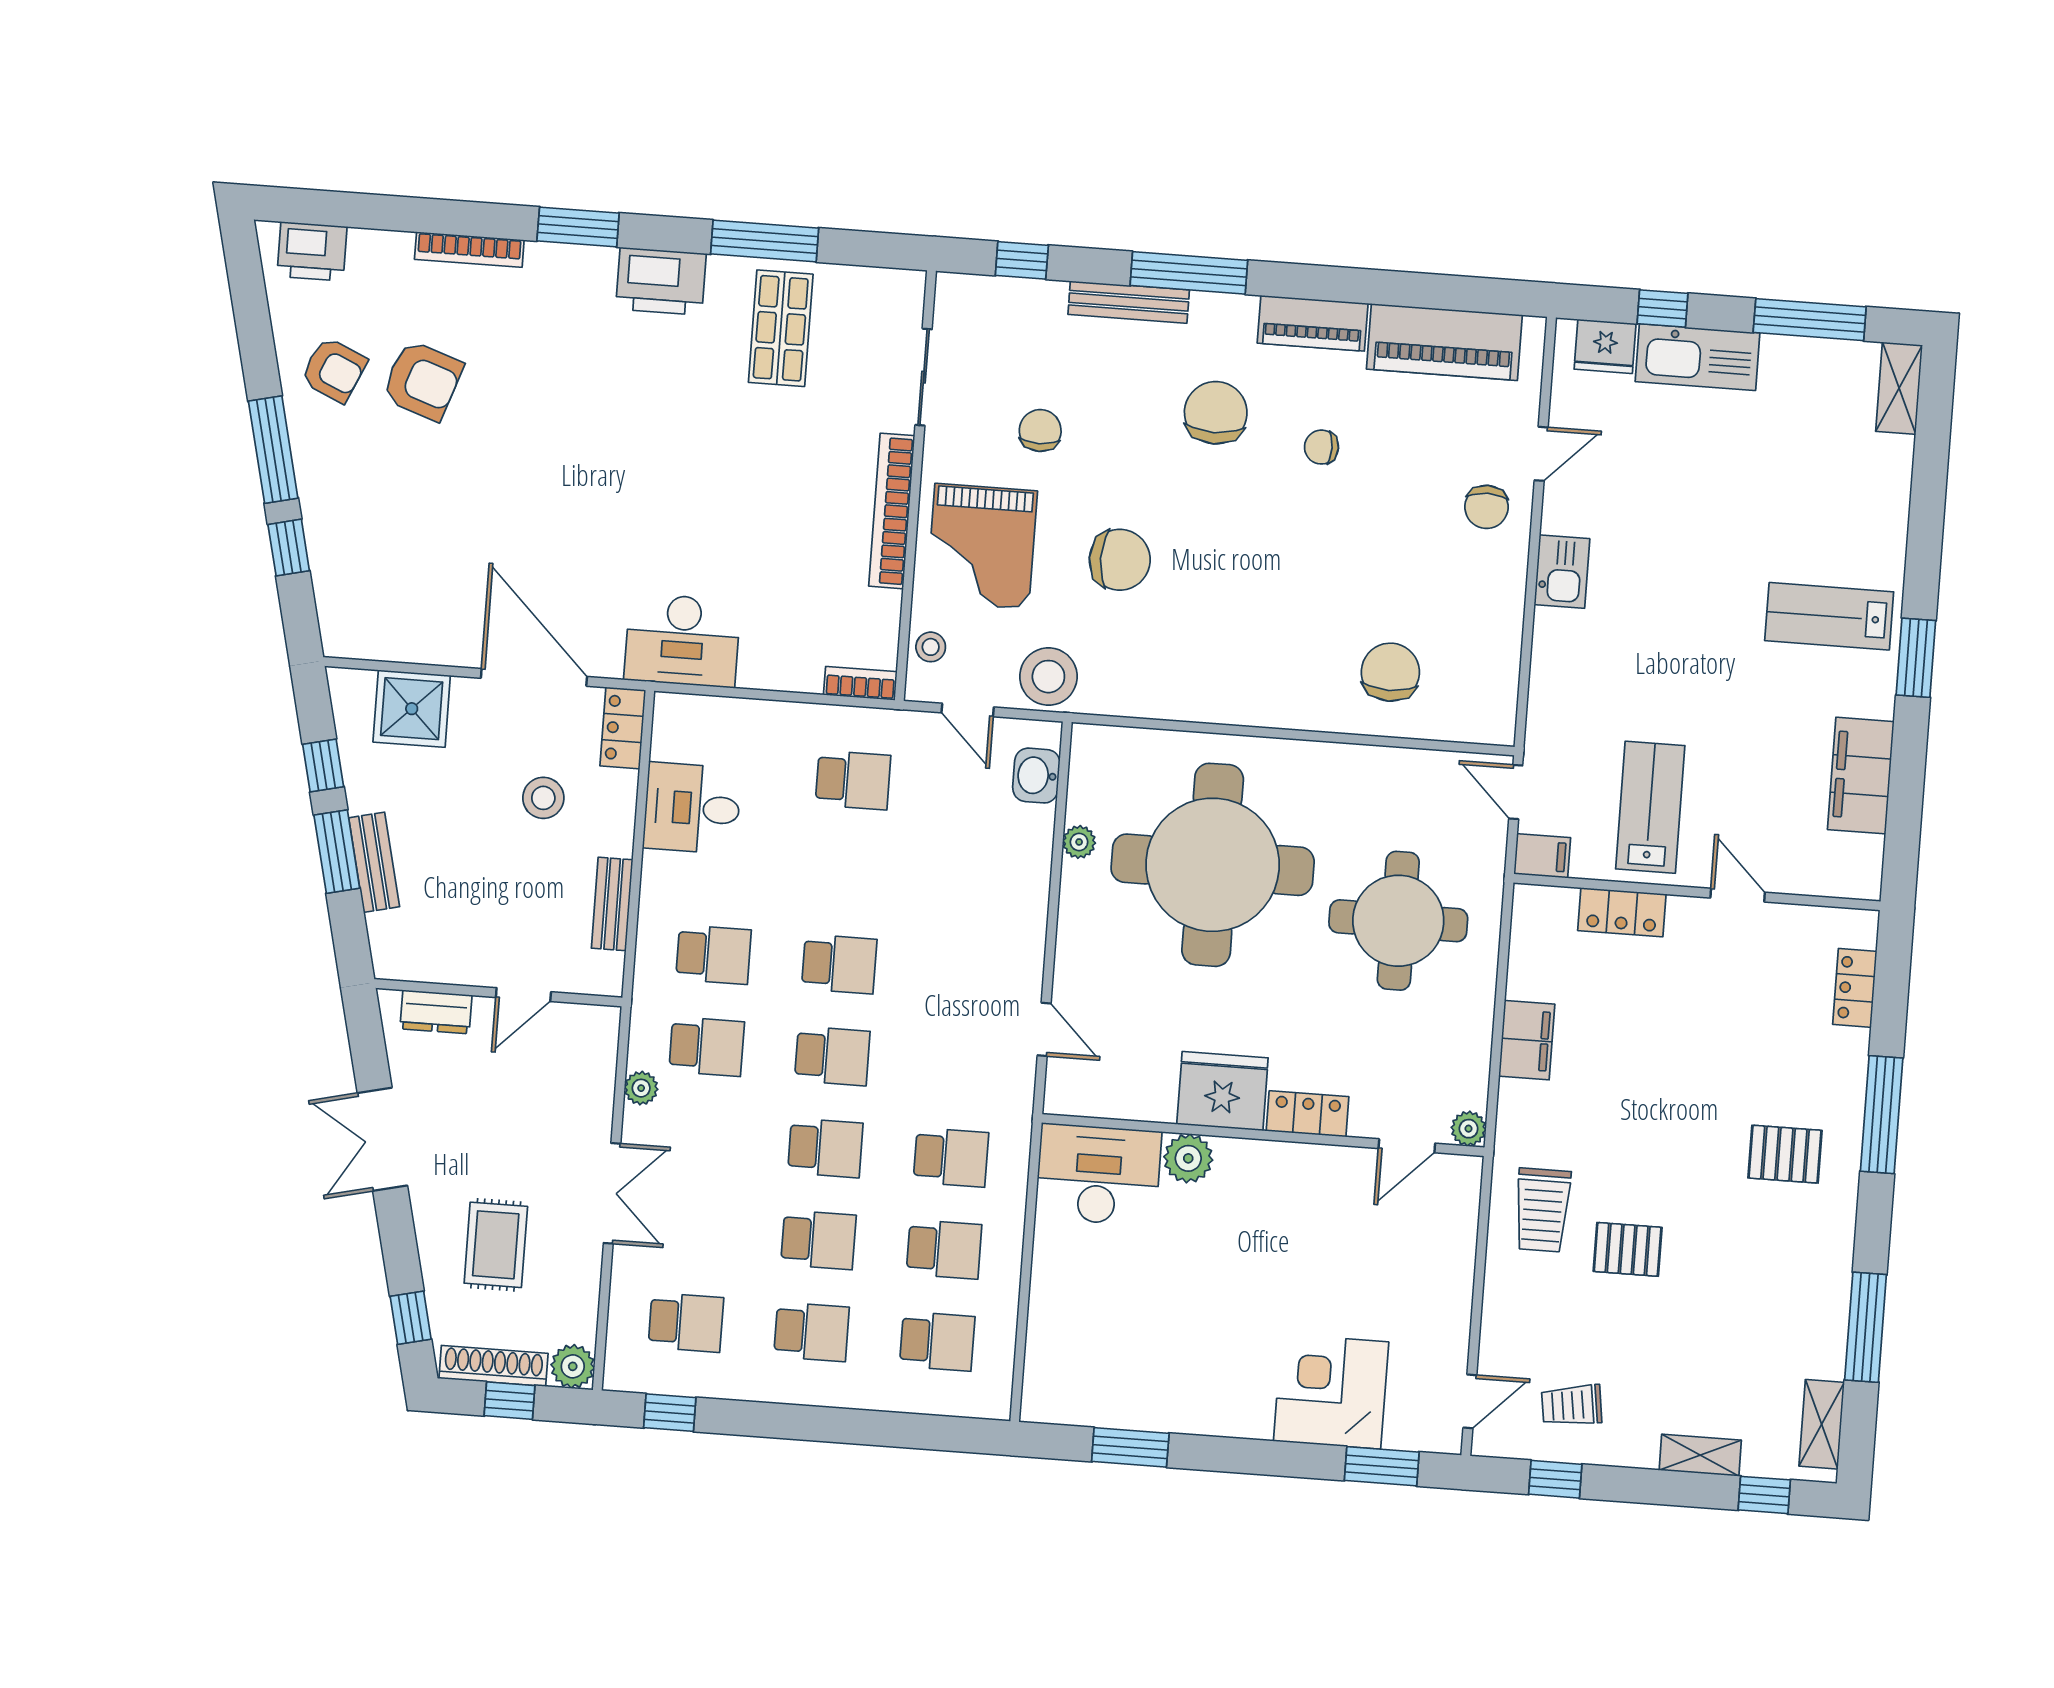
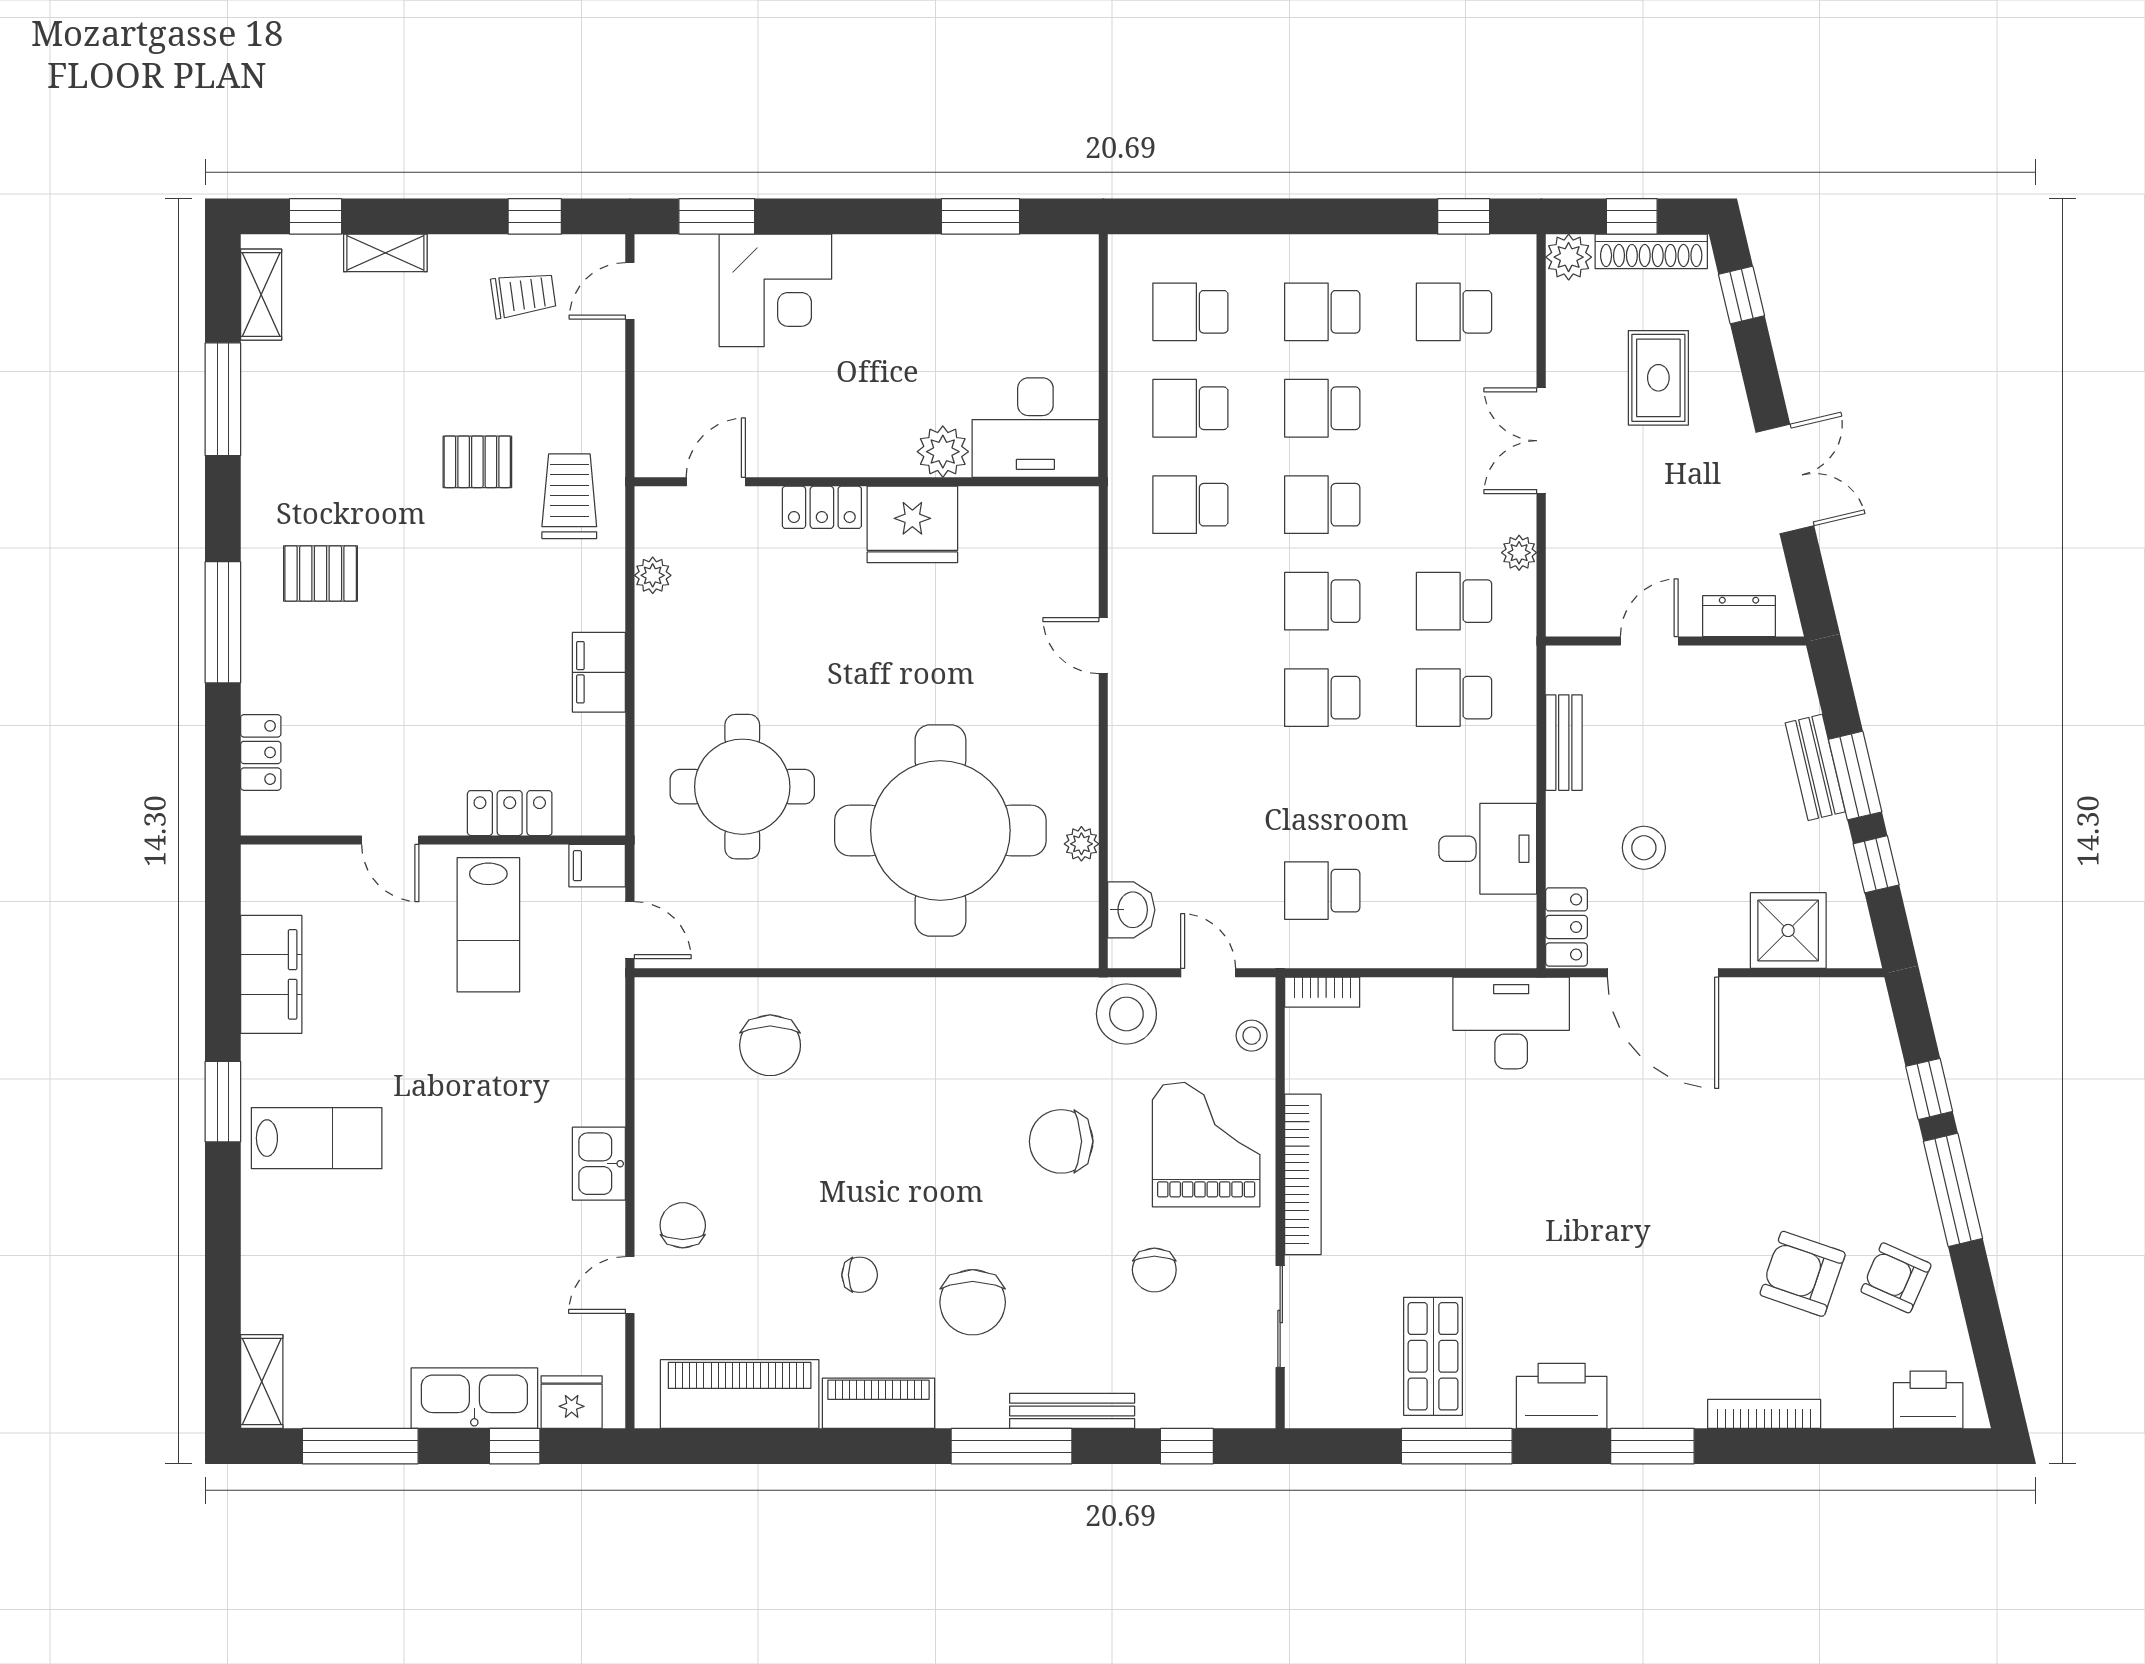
fridge: (1222, 1091) -> (912, 524), moved
locker: (1308, 1114) -> (822, 507), moved
wall: (1263, 1135) -> (867, 482), moved
door: (1407, 1146) -> (716, 482), moved
plant: (1188, 1158) -> (943, 452), moved
desk: (1098, 1175) -> (1035, 428), moved

